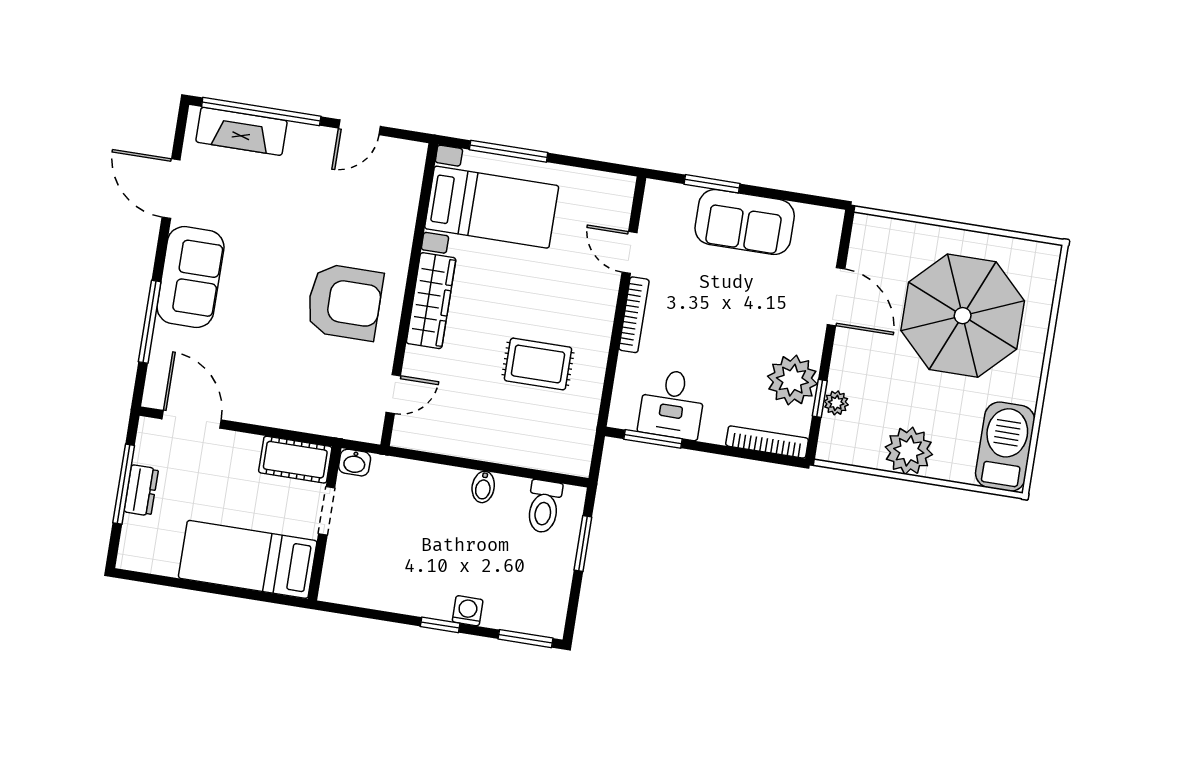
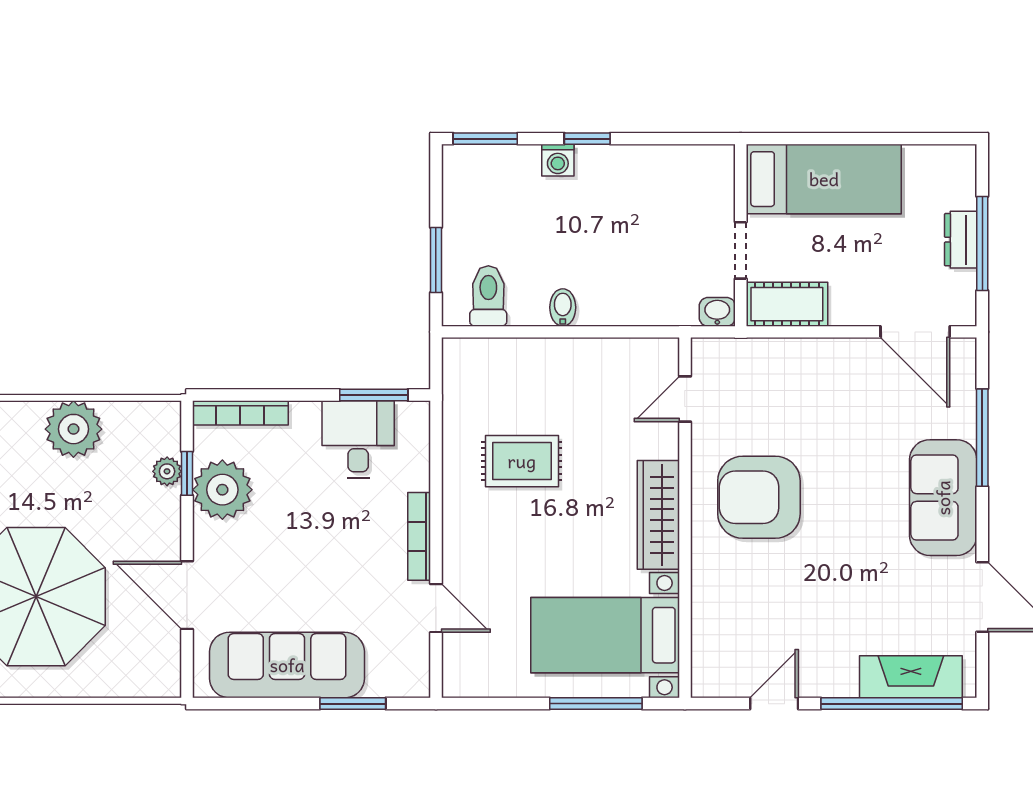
sofa: (745, 222) -> (287, 665), width x1.36

